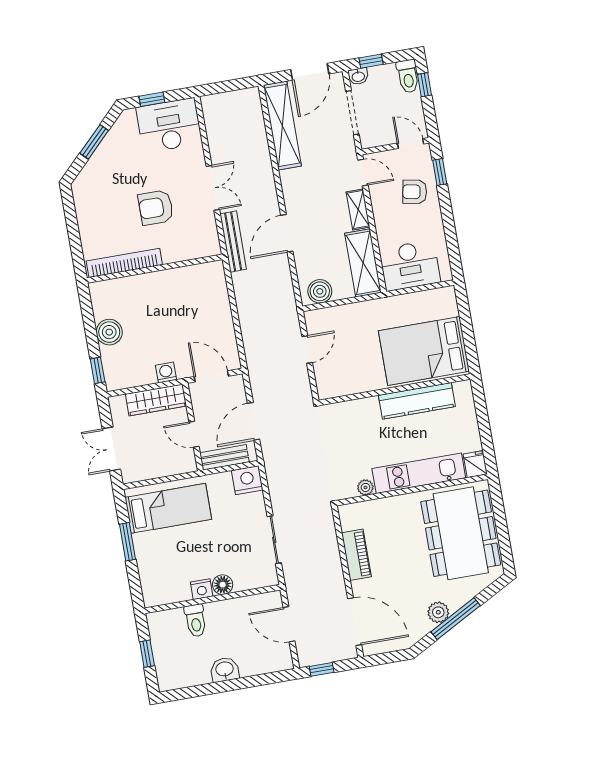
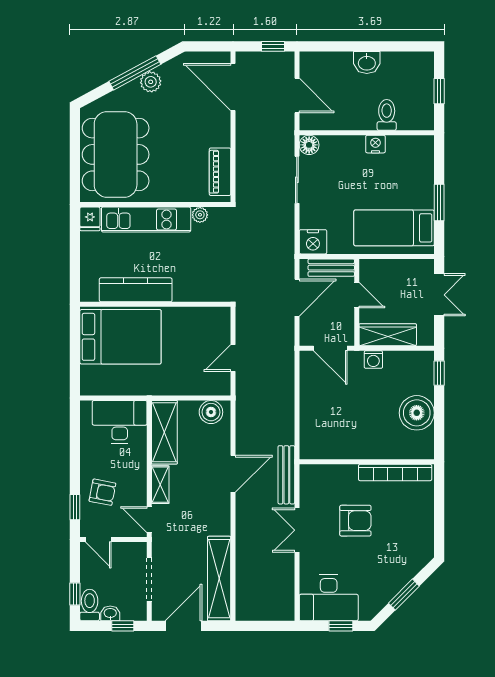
washbasin: (358, 76) -> (110, 613), moved
boiler: (109, 332) -> (417, 413), width x1.37, depth x1.37
piano: (356, 555) -> (220, 172), moved
floor lamp: (223, 585) -> (309, 145), moved

